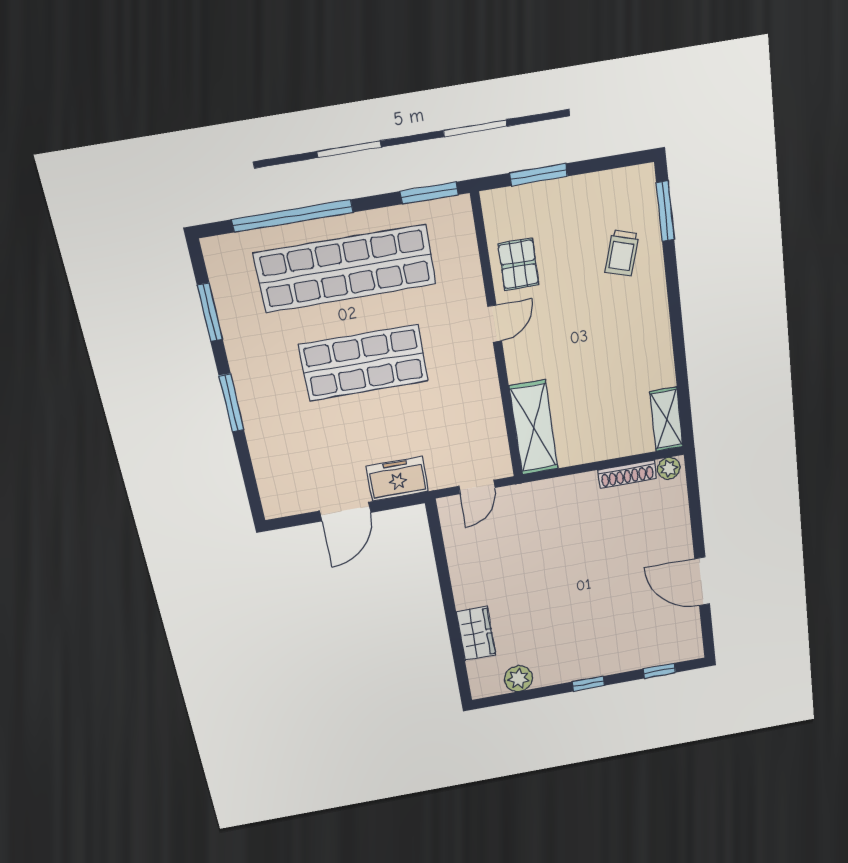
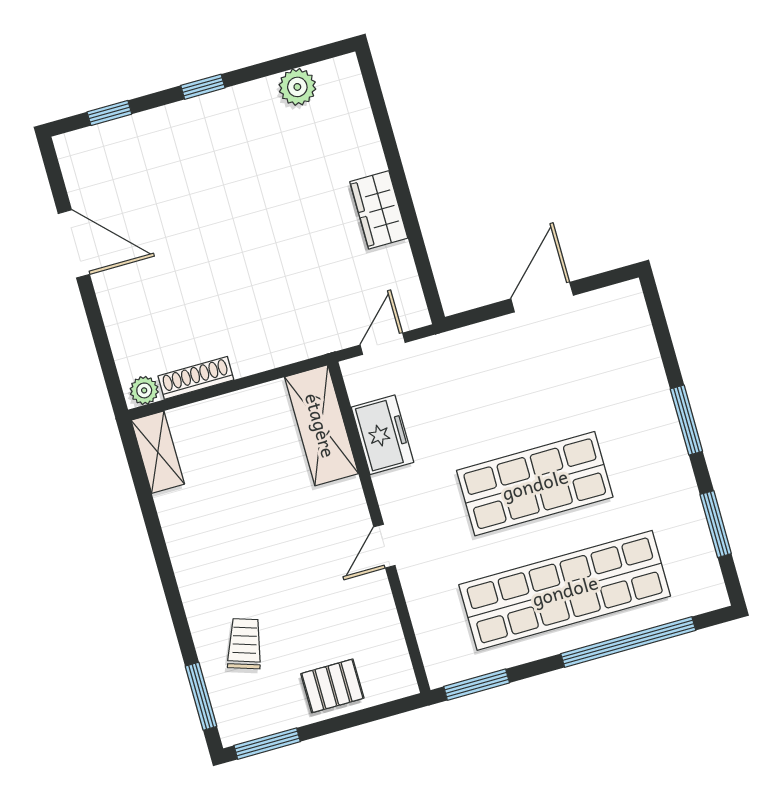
window: (539, 175) -> (267, 744), moved
pallet: (518, 264) -> (332, 686), moved, turned 90
freezer: (397, 479) -> (382, 435), moved, turned -90
wardrobe: (476, 633) -> (379, 210), moved

